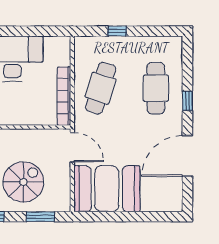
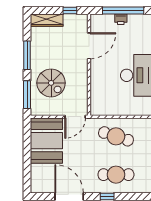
bookcase: (64, 96) -> (110, 111), removed
window: (40, 217) -> (27, 95), width x1.44

